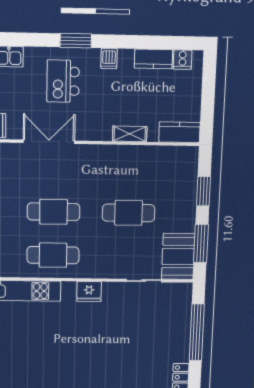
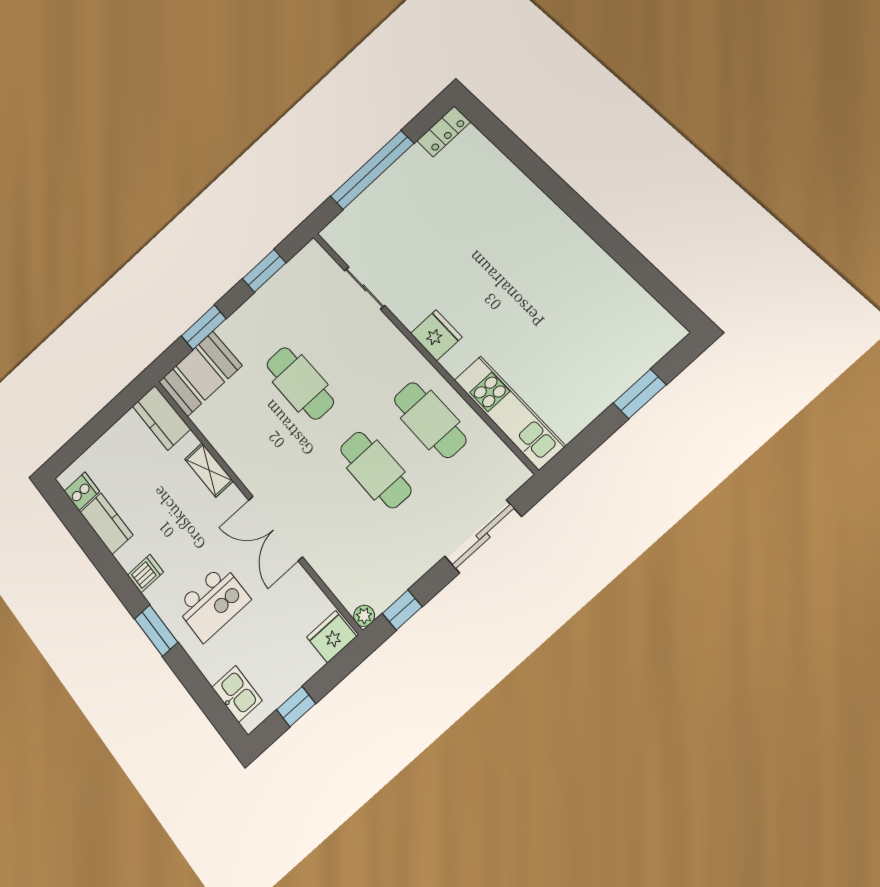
double door: (49, 142) -> (275, 528), moved
window: (201, 243) -> (264, 271), width x0.69
booth: (178, 257) -> (200, 374), moved

